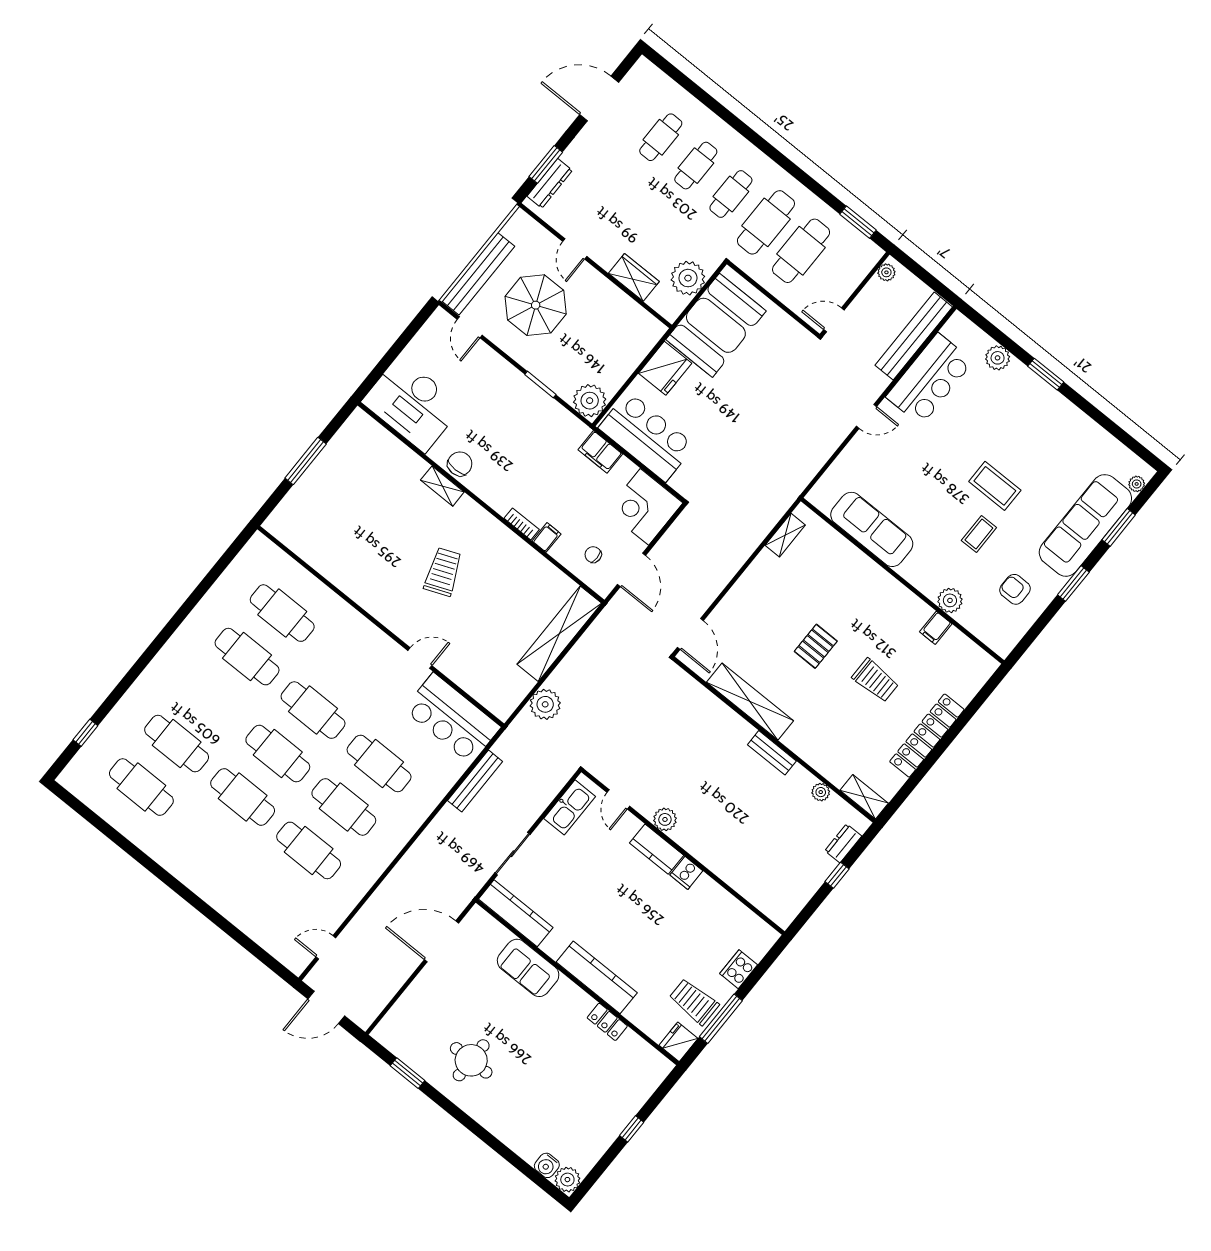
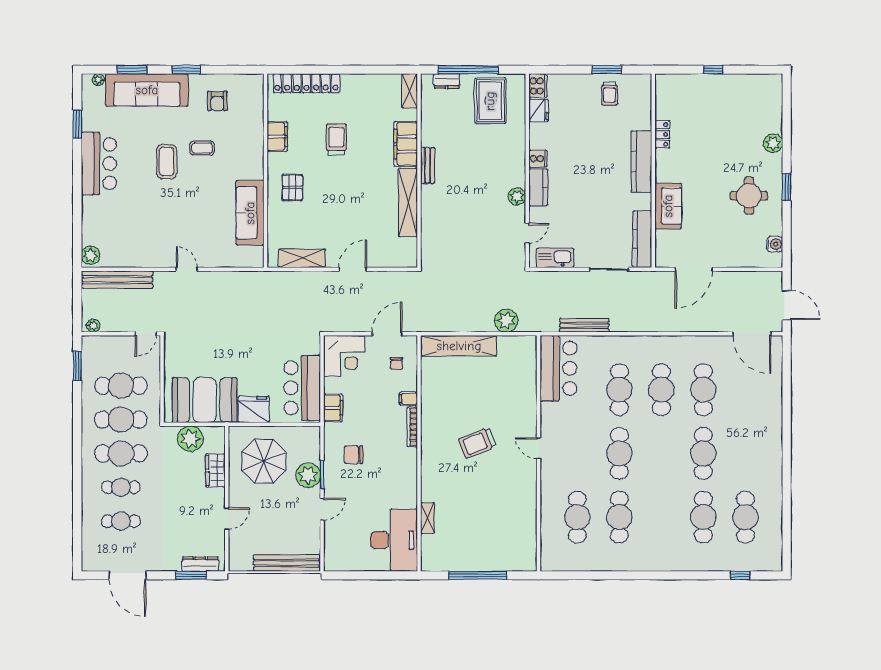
cafe table: (731, 194) -> (121, 453), width x1.37, depth x1.35
parasol: (536, 305) -> (264, 461), moved
door: (834, 320) -> (146, 334), hinge flipped
door: (470, 327) -> (322, 509), moved
plant: (998, 358) -> (91, 255), moved
window: (1046, 374) -> (77, 124), moved
bar counter: (929, 379) -> (99, 164), moved, turned 90
plant: (590, 401) -> (308, 475), moved
window: (306, 461) -> (478, 575), width x1.46
chair: (460, 464) -> (354, 455), moved
shelving: (442, 486) -> (428, 518), moved
bookcase: (522, 524) -> (412, 427), width x1.56
shelving: (785, 535) -> (302, 258), width x1.50, depth x1.33
plant: (950, 600) -> (255, 134), removed
filing cabinet: (936, 628) -> (277, 137), width x2.00
door: (690, 634) -> (353, 269), moved
pallet: (816, 646) -> (292, 187), moved, turned 90
door: (420, 658) -> (539, 448), moved
locker: (927, 736) -> (306, 83), moved
filing cabinet: (813, 748) -> (406, 144), added
cafe table: (278, 754) -> (661, 453), removed
plant: (821, 792) -> (427, 118), removed
rug: (786, 872) -> (490, 101), added
window: (837, 875) -> (468, 70), width x3.17
door: (441, 941) -> (694, 269), hinge flipped
door: (326, 947) -> (752, 334), width x1.88
cooker: (739, 969) -> (538, 86), moved, turned -90
trolley: (694, 1002) -> (610, 93), width x0.73, depth x0.72
window: (721, 1019) -> (607, 70), width x0.69
fridge: (678, 1042) -> (539, 110), moved, turned -90
window: (407, 1073) -> (787, 187), moved
water cooler: (547, 1165) -> (775, 244), moved
plant: (567, 1180) -> (773, 143), moved

